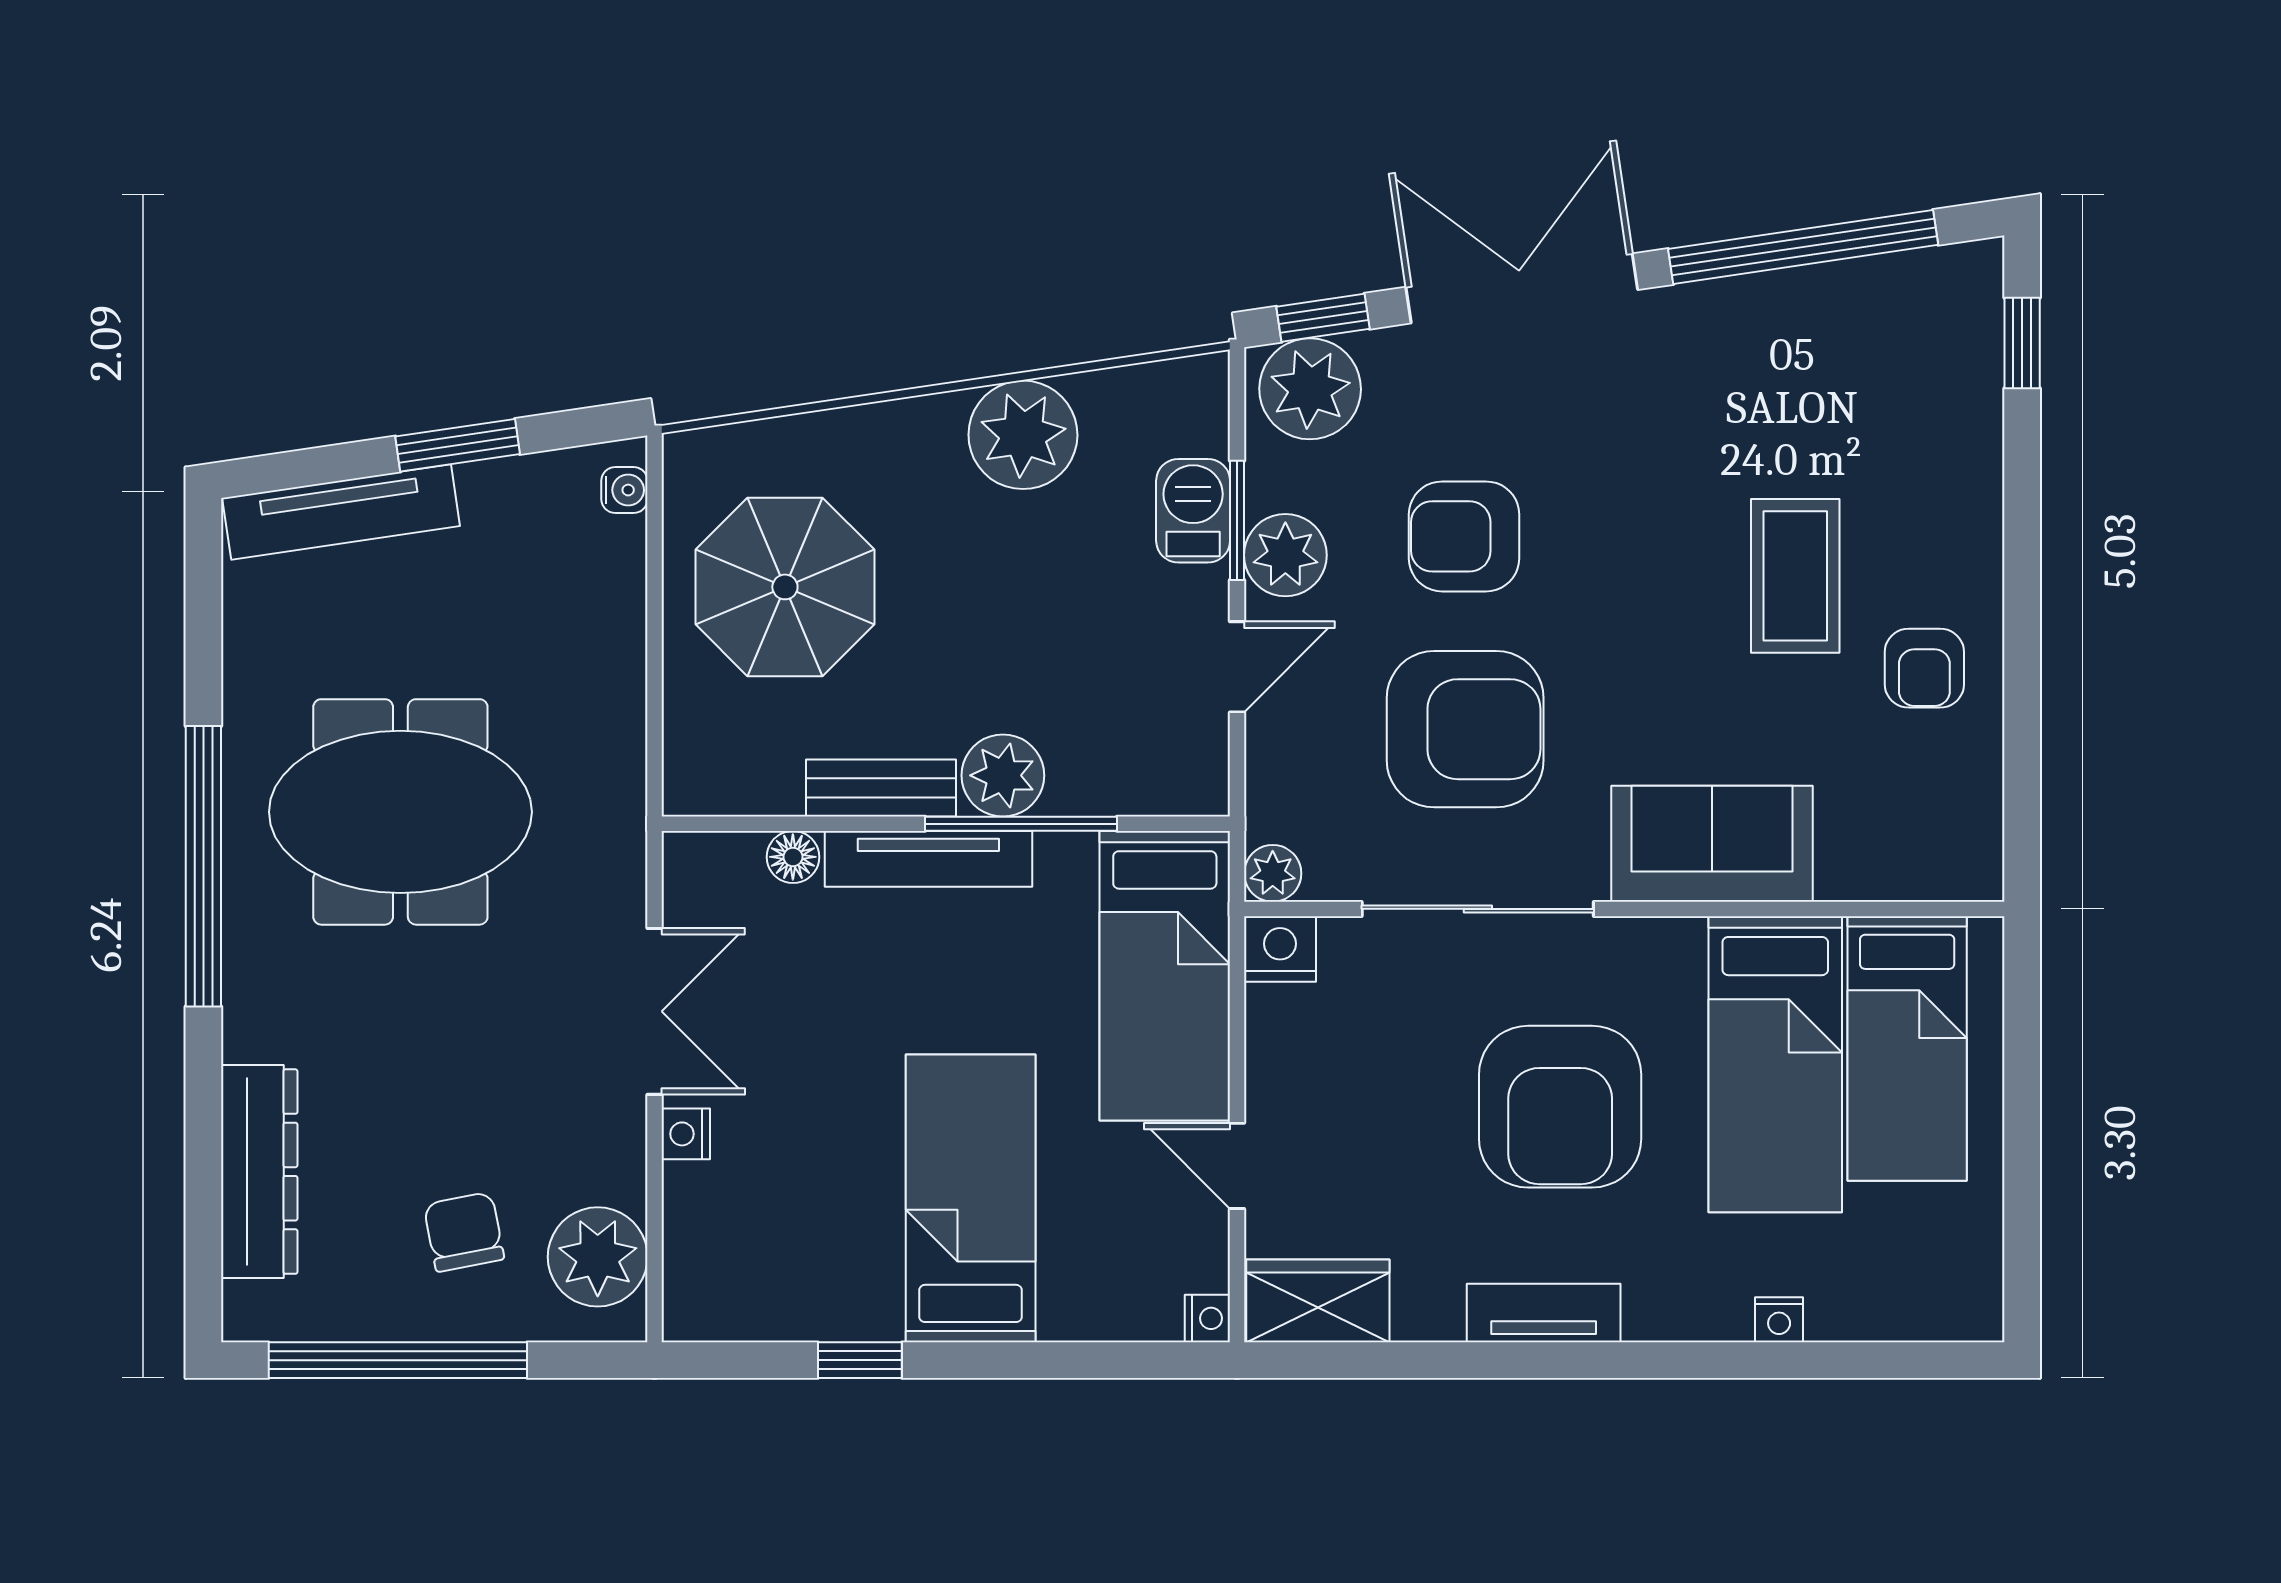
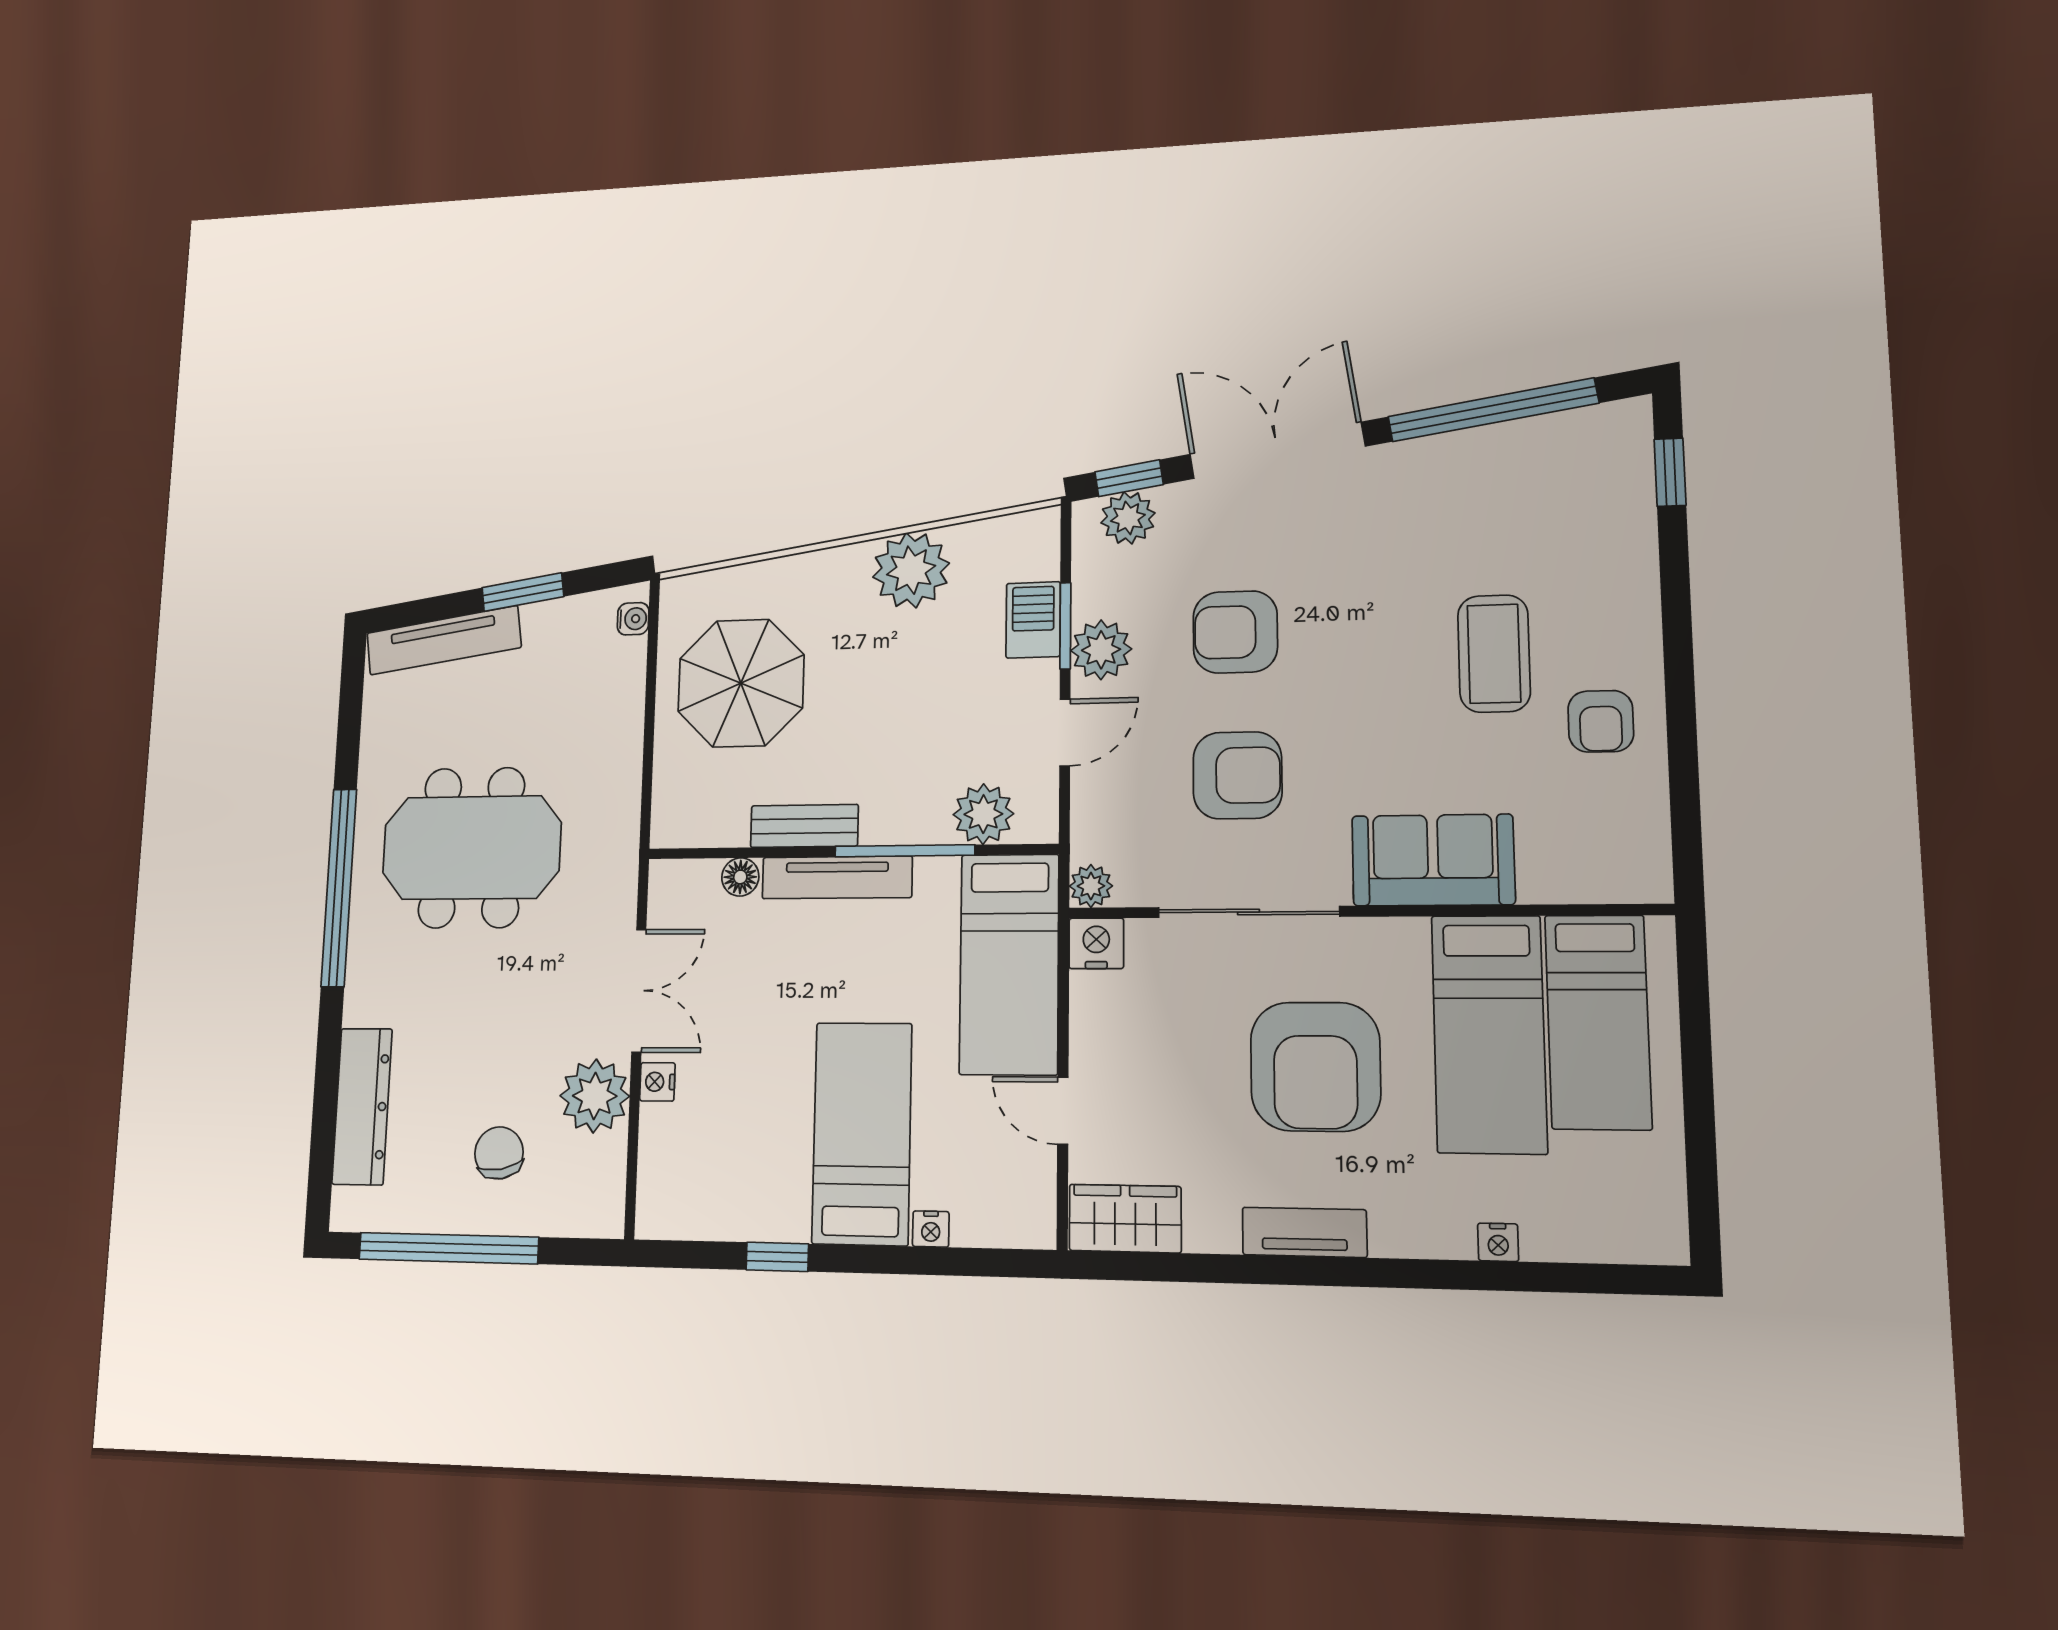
plant: (1310, 389) -> (1128, 518), width x0.73, depth x0.73
armchair: (1465, 729) -> (1237, 775), width x0.73, depth x0.73
plant: (1003, 775) -> (983, 814), moved
plant: (598, 1257) -> (595, 1096), moved
nightstand: (1207, 1318) -> (931, 1229), moved, turned 90

